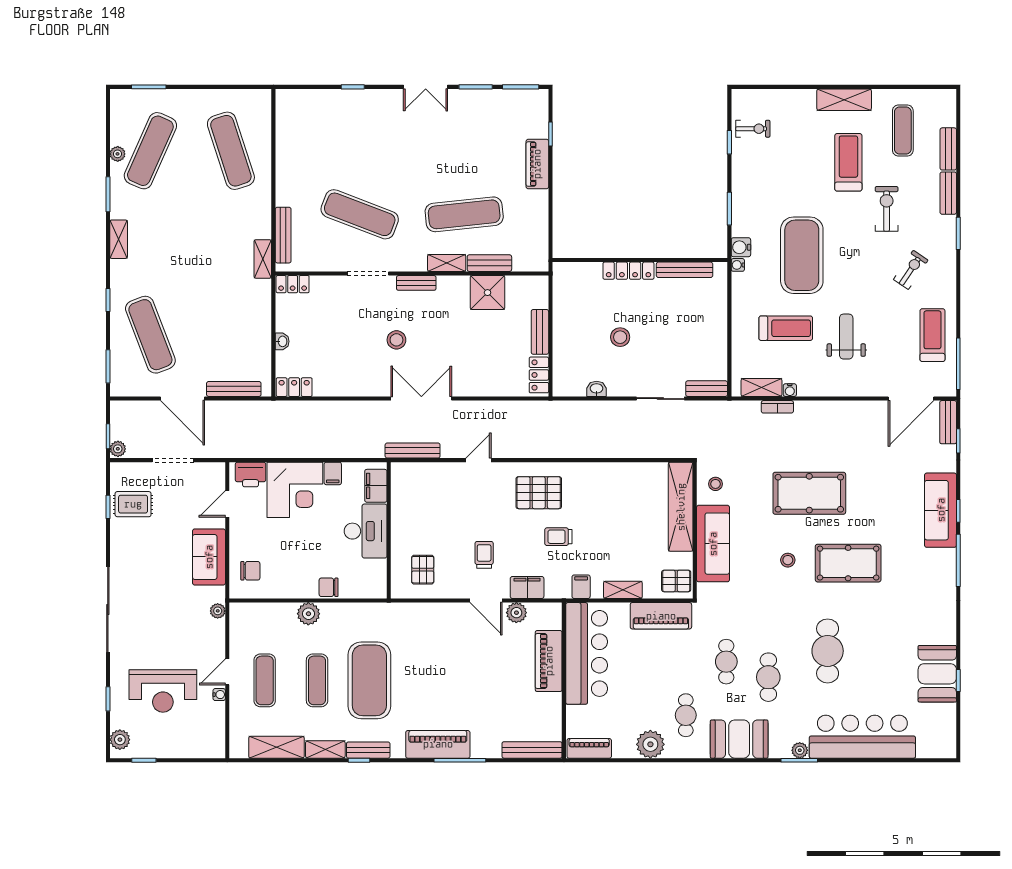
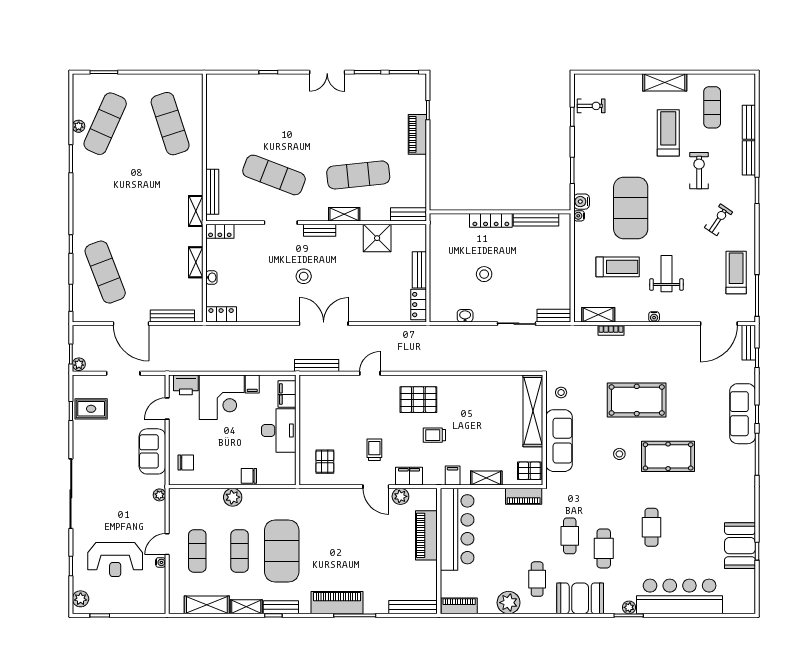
shelving: (119, 239) -> (196, 262), moved
bench: (489, 263) -> (408, 214), moved
water cooler: (790, 390) -> (654, 317), moved
piano: (661, 616) -> (524, 496), width x0.73, depth x0.75
cafe table: (828, 651) -> (651, 527), width x0.73, depth x0.74

